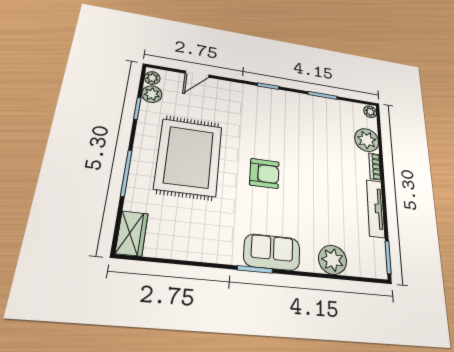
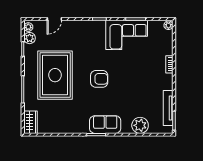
corner sofa: (309, 115) -> (127, 35), added
plant: (367, 140) -> (165, 47), removed
tv unit: (376, 208) -> (168, 108), moved

